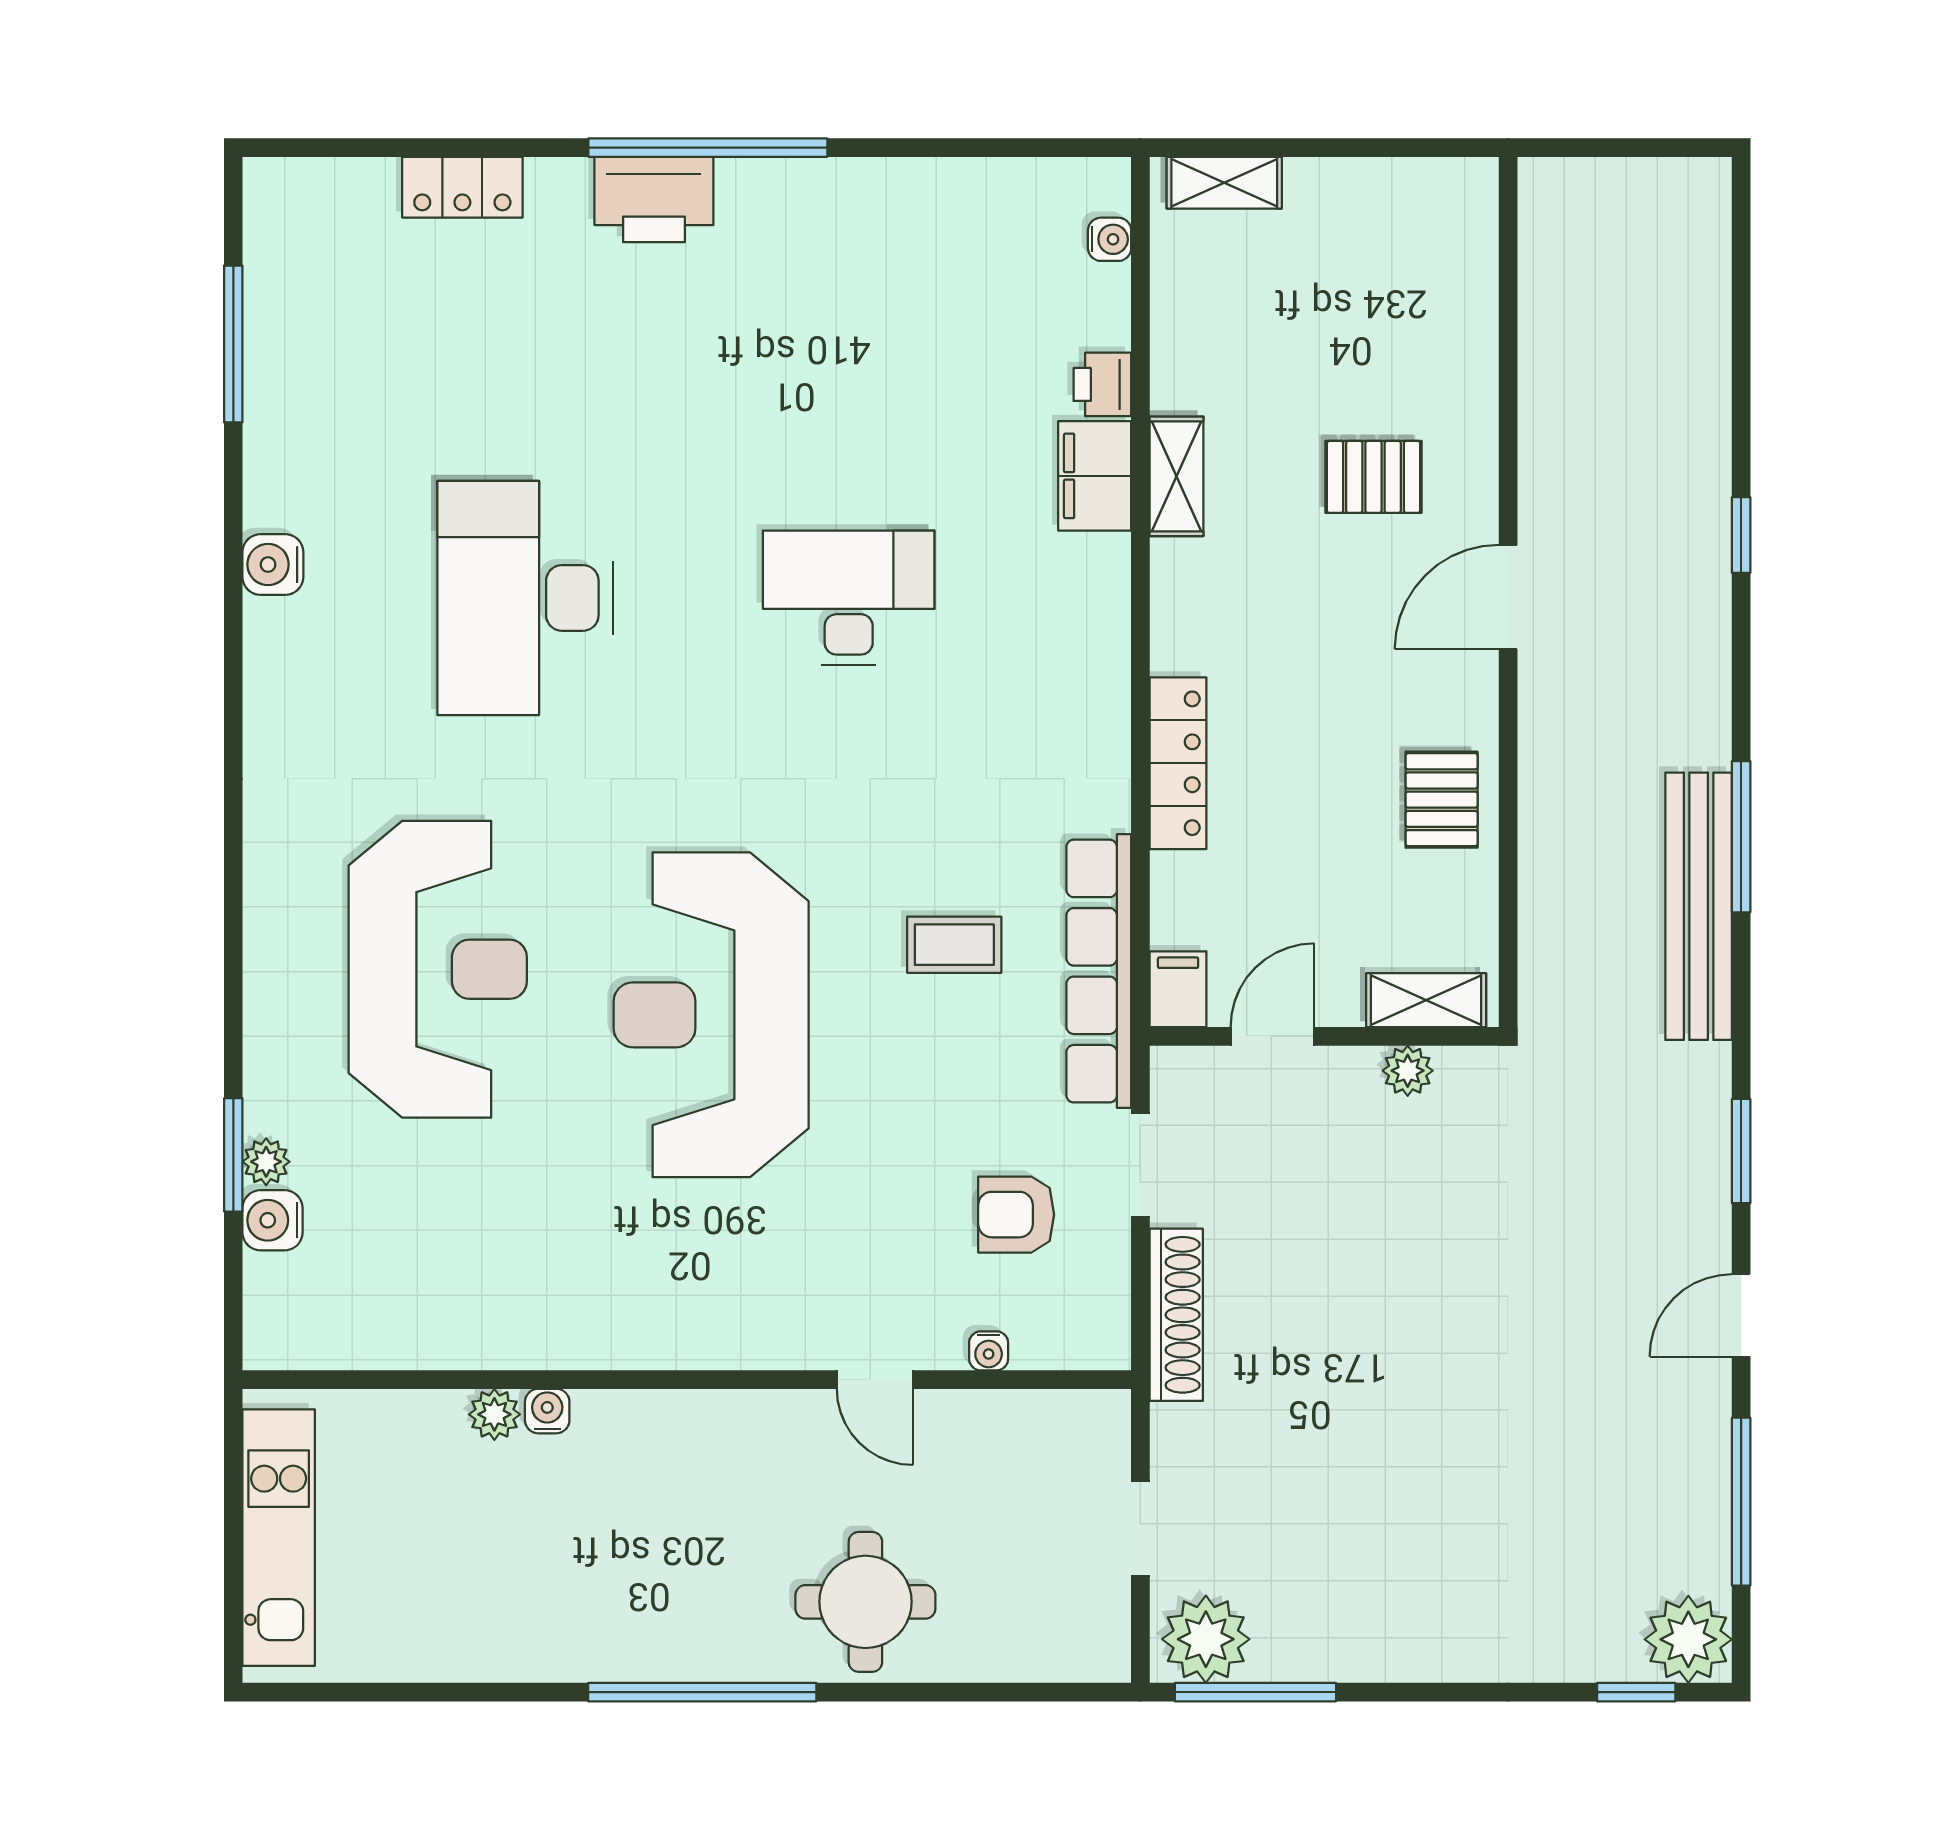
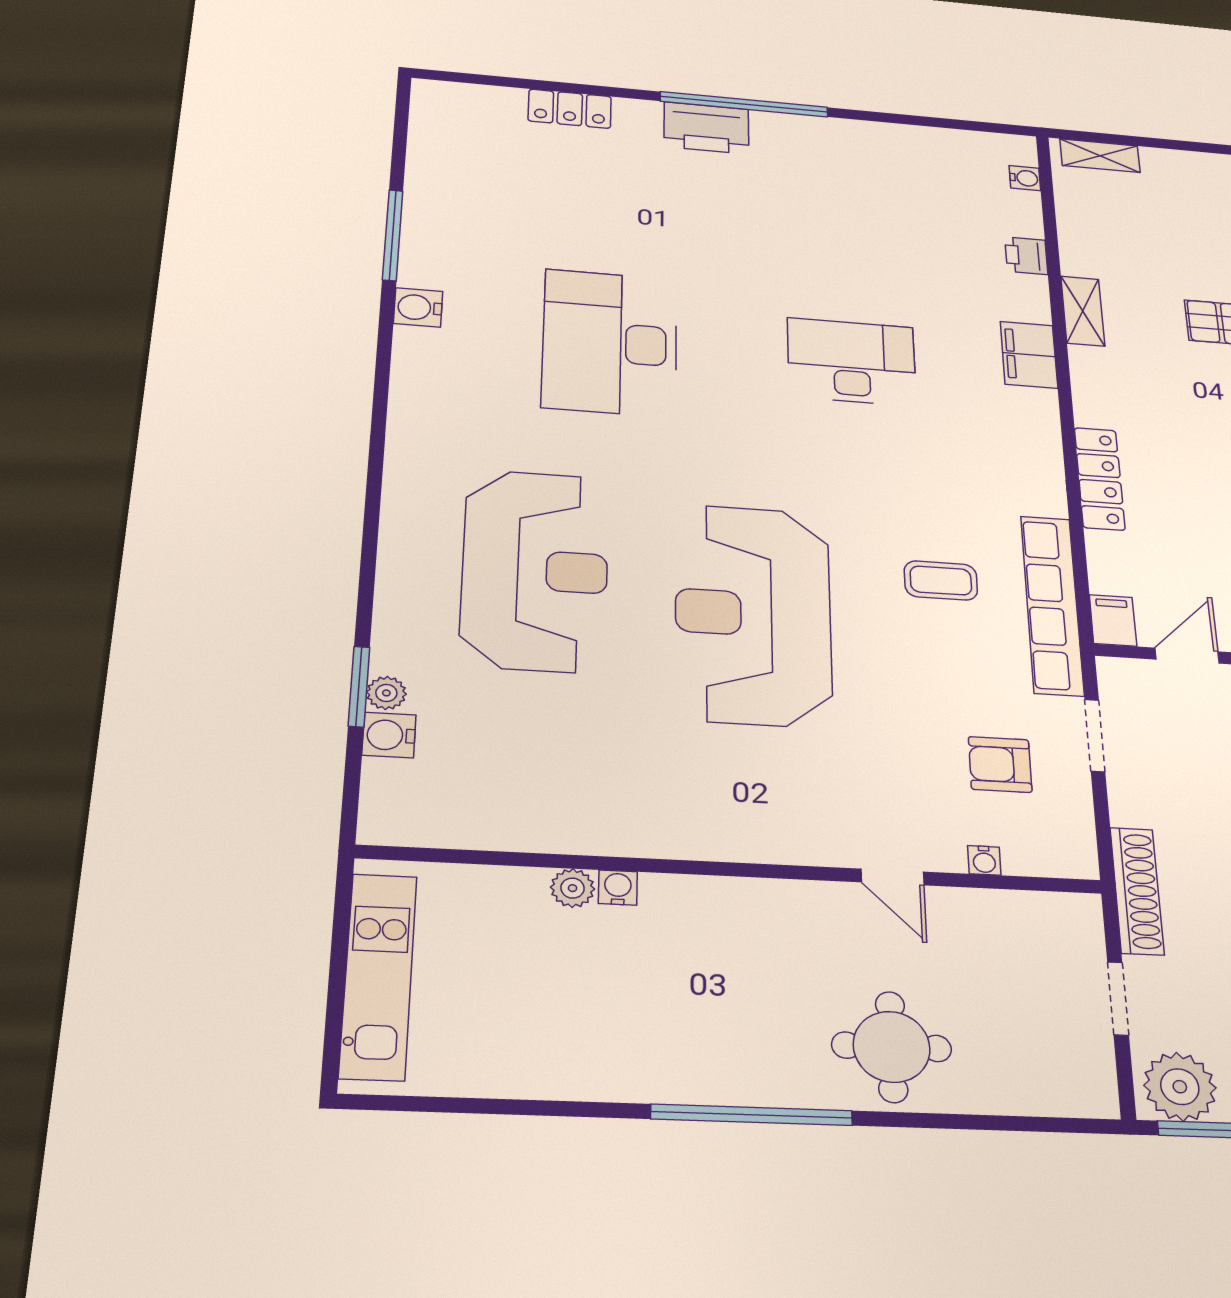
window: (233, 344) -> (393, 235), moved
filing cabinet: (1095, 476) -> (1029, 355), moved
shoe rack: (1176, 1315) -> (1137, 891), moved

